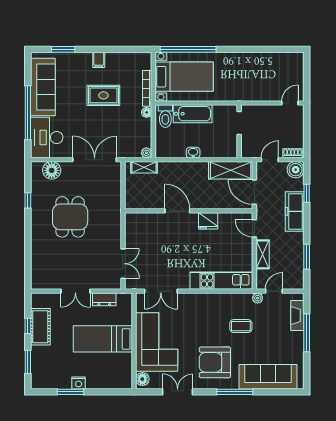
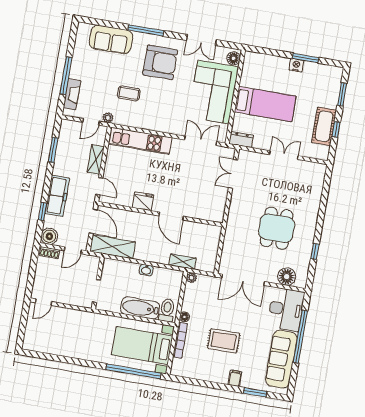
filing cabinet: (99, 60) -> (235, 378), moved
shelving: (144, 167) -> (183, 262), moved
dresser: (104, 299) -> (241, 140), moved
sofa: (268, 377) -> (111, 39), width x0.73

